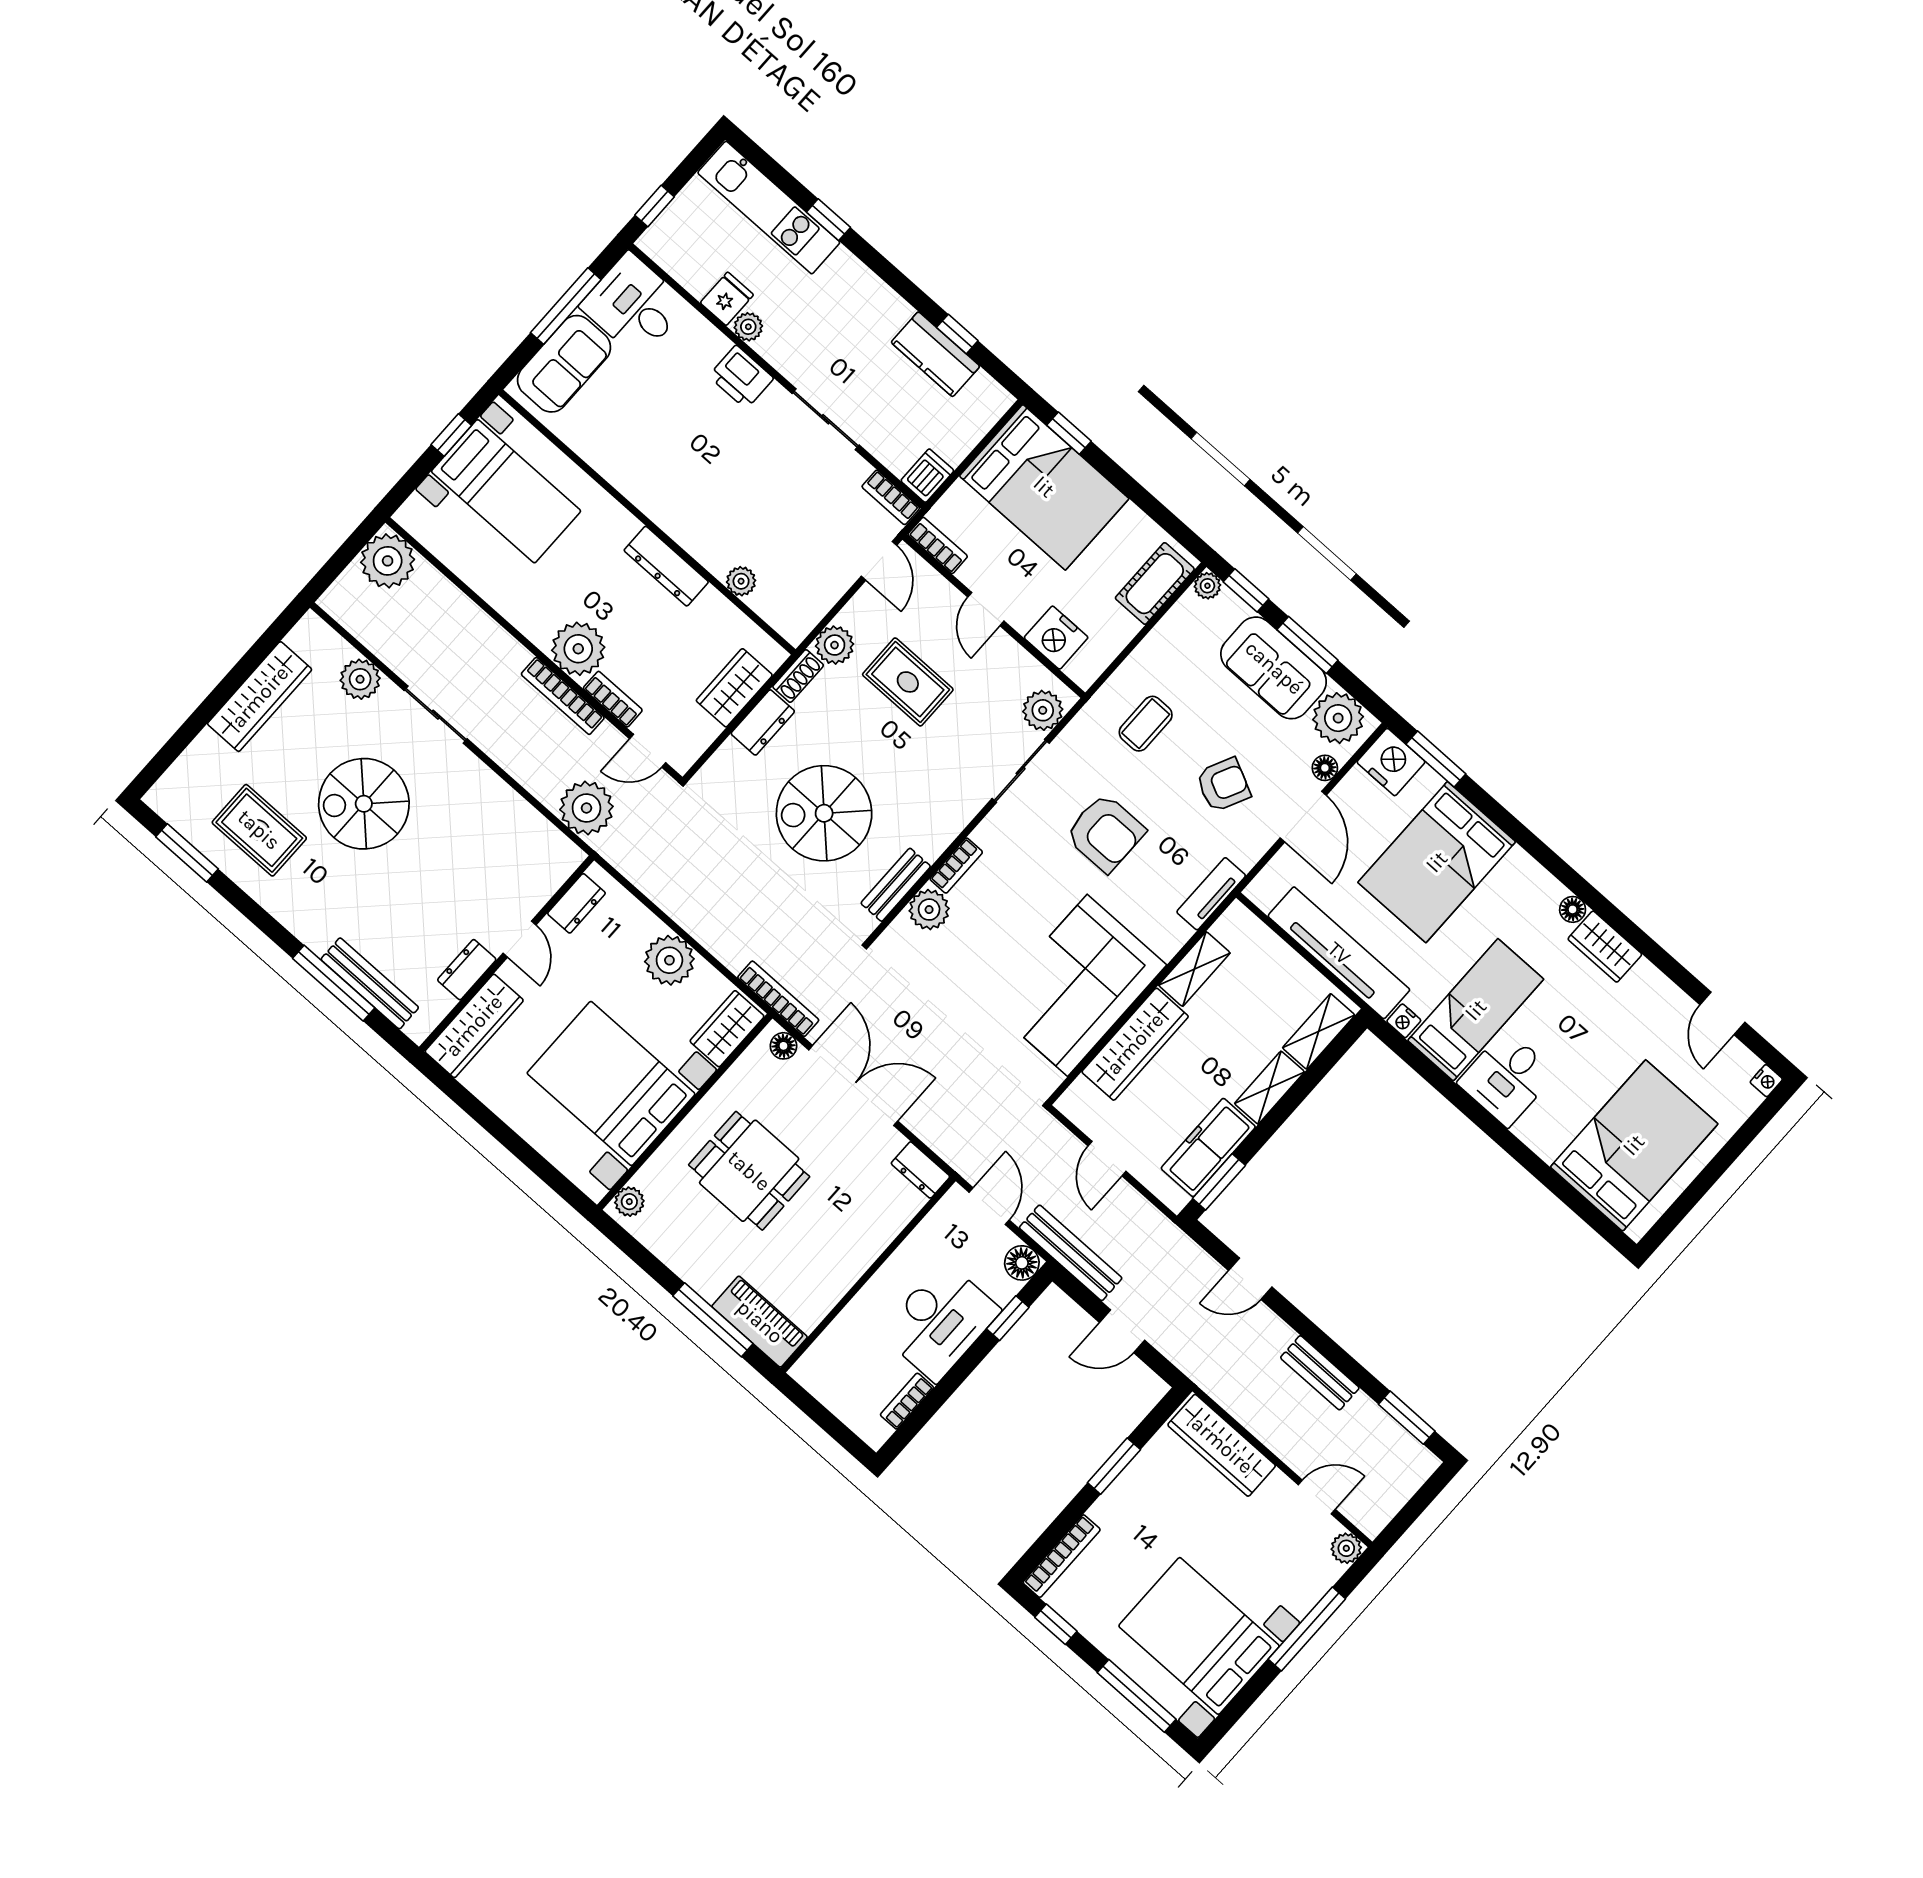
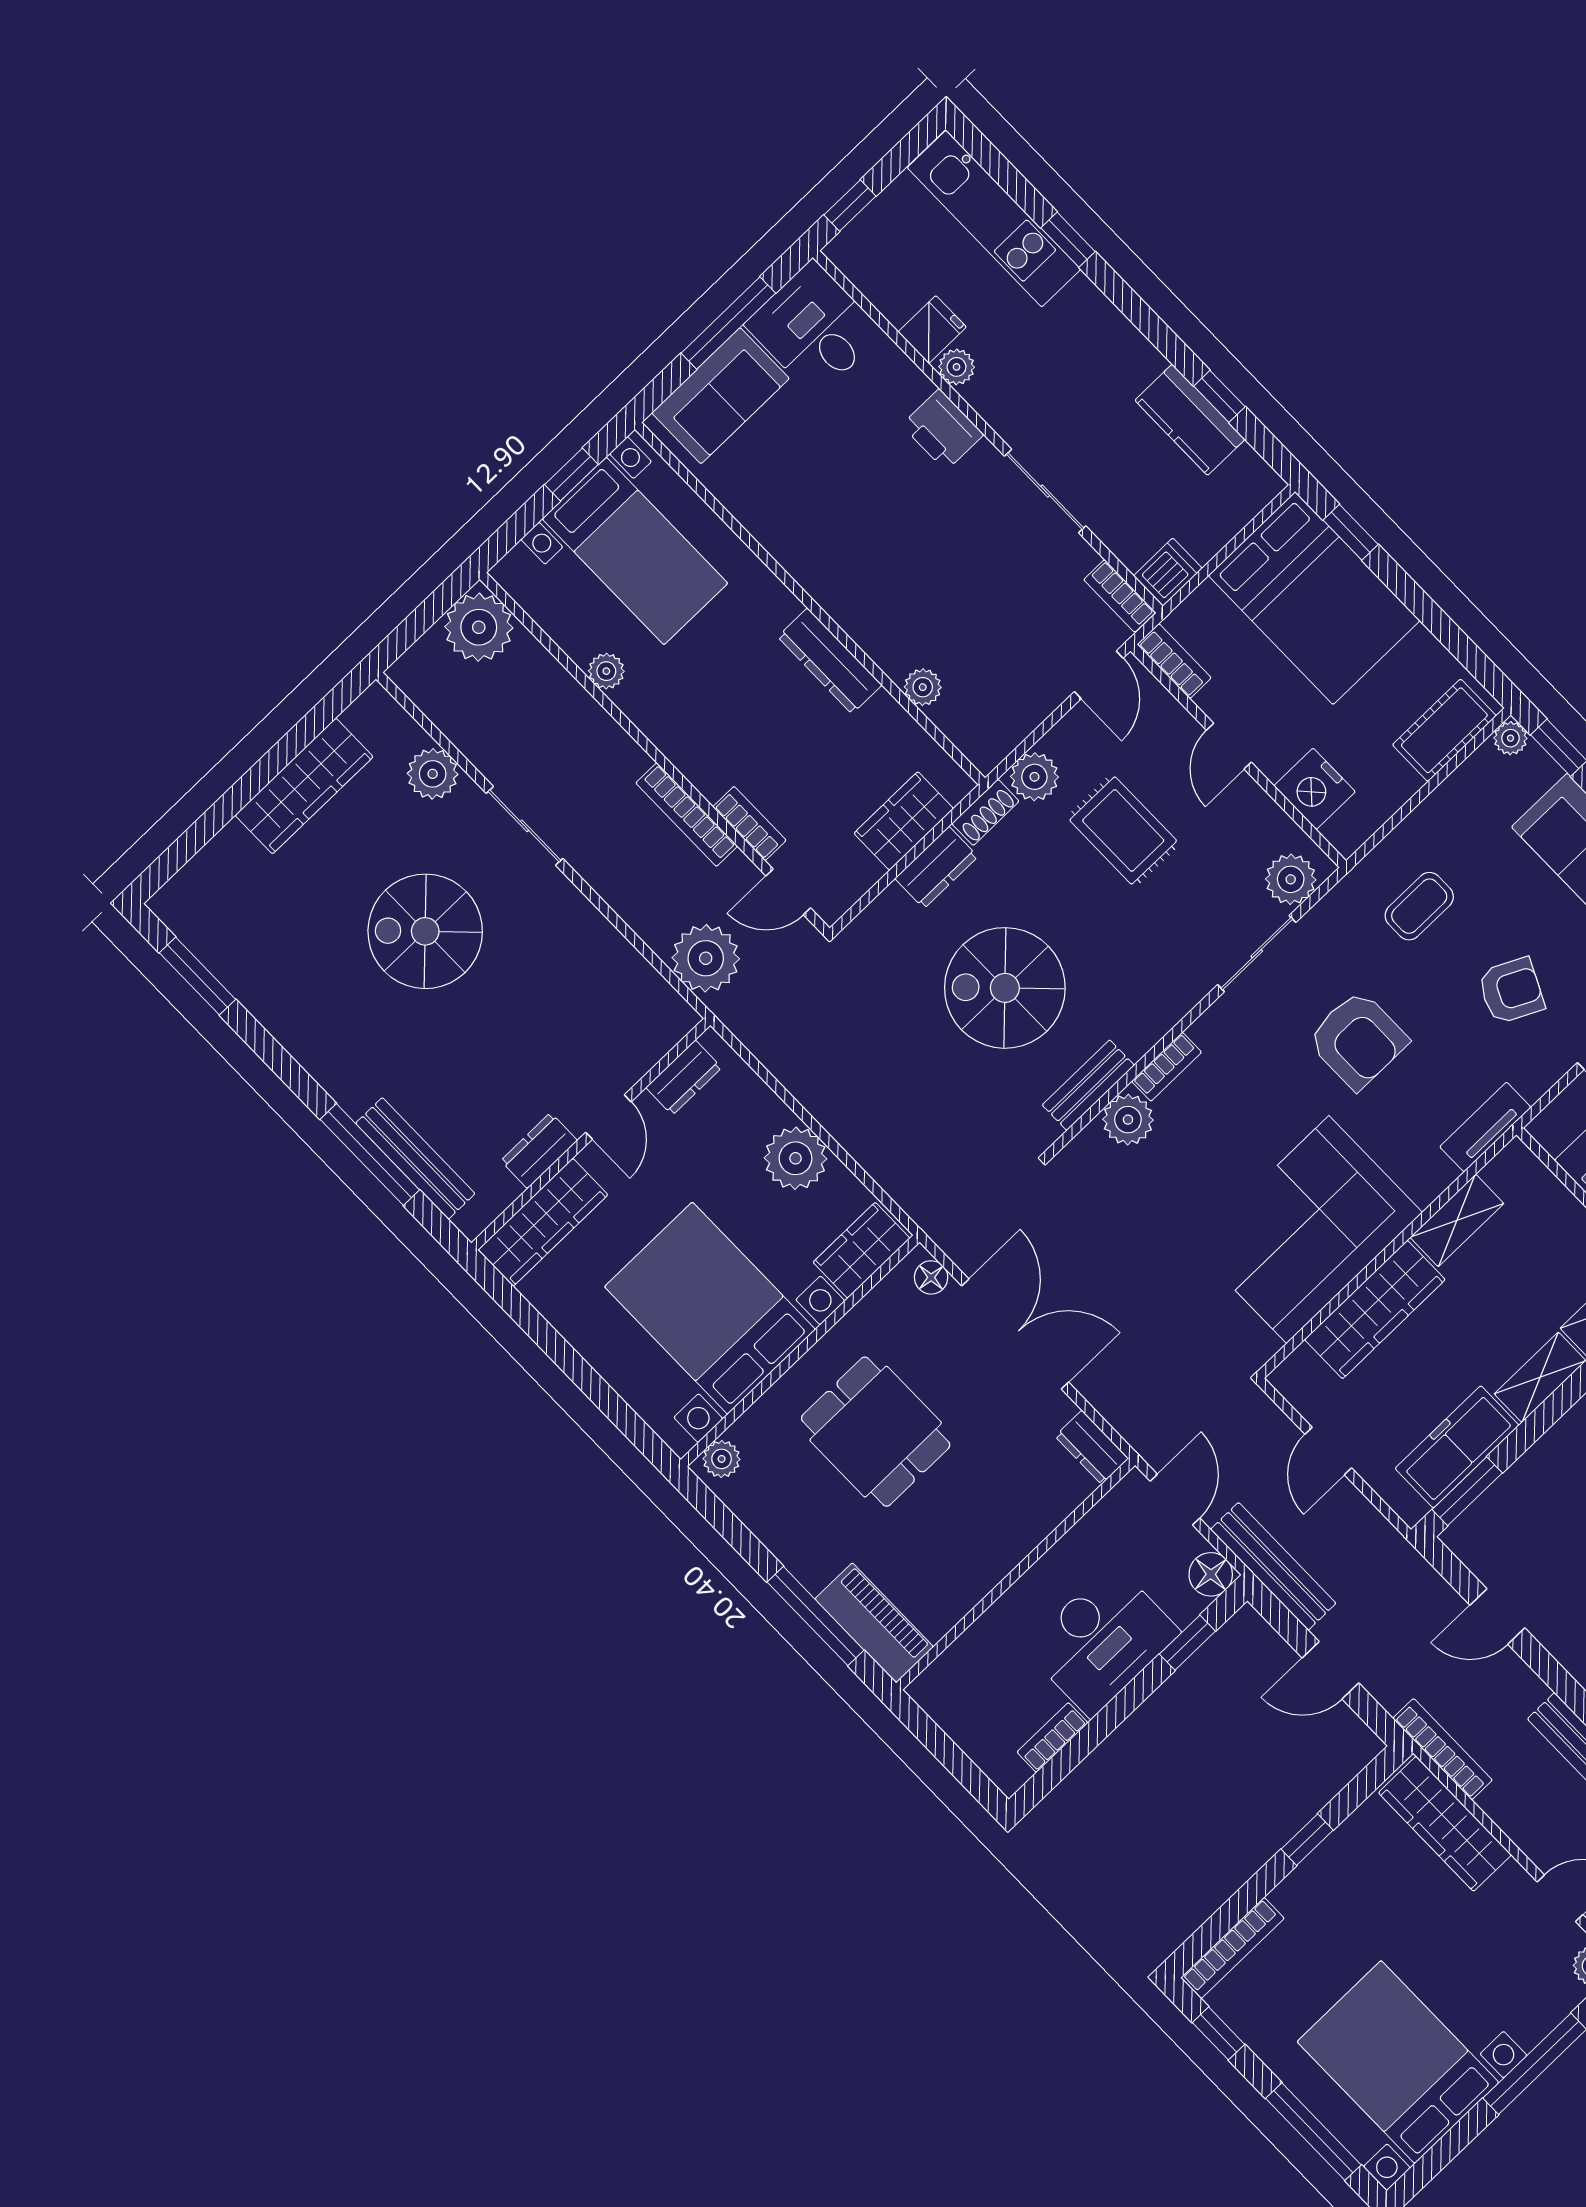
plant: (578, 649) -> (606, 671), moved, width x0.53, depth x0.53
rug: (259, 830) -> (291, 955), removed
bookcase: (778, 999) -> (1443, 1749), moved
window: (1114, 1466) -> (1307, 1840), width x0.67

